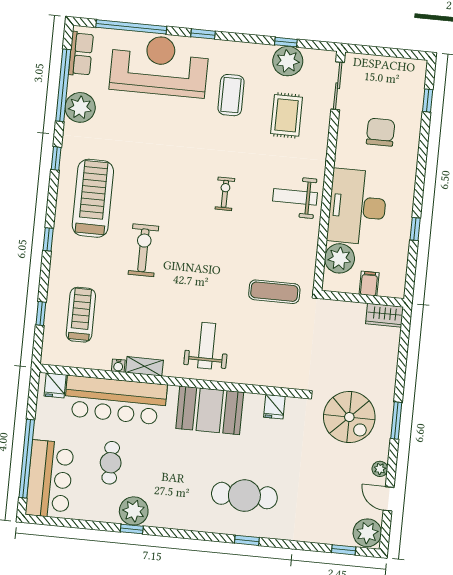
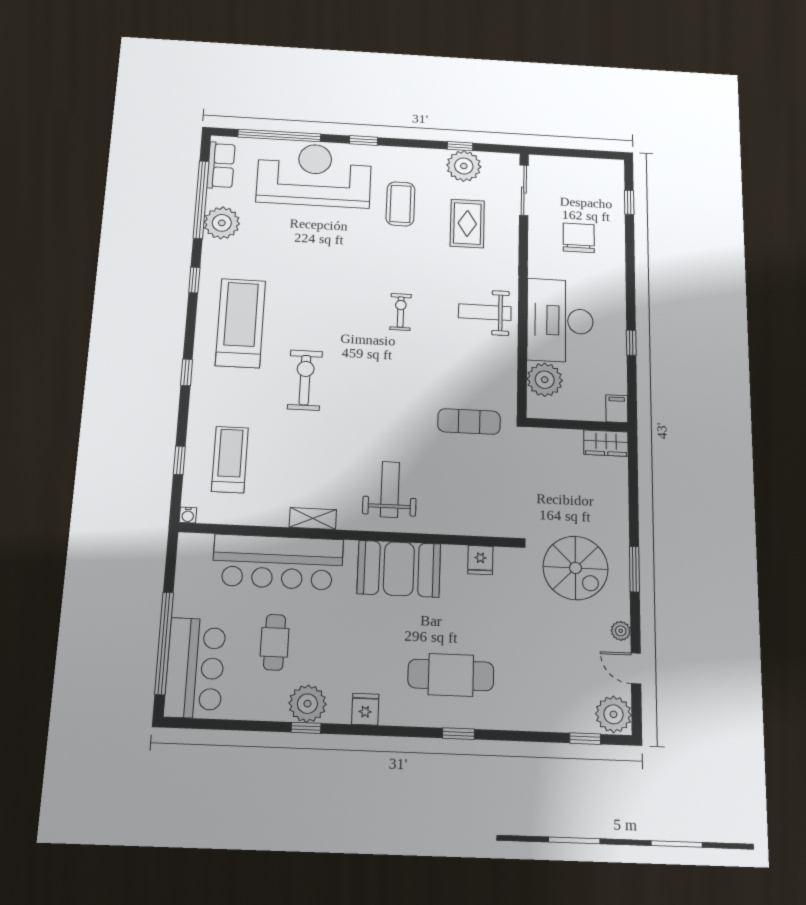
filing cabinet: (369, 284) -> (617, 409), moved
water cooler: (118, 366) -> (188, 515), moved
fridge: (55, 385) -> (365, 709), moved, turned 180

